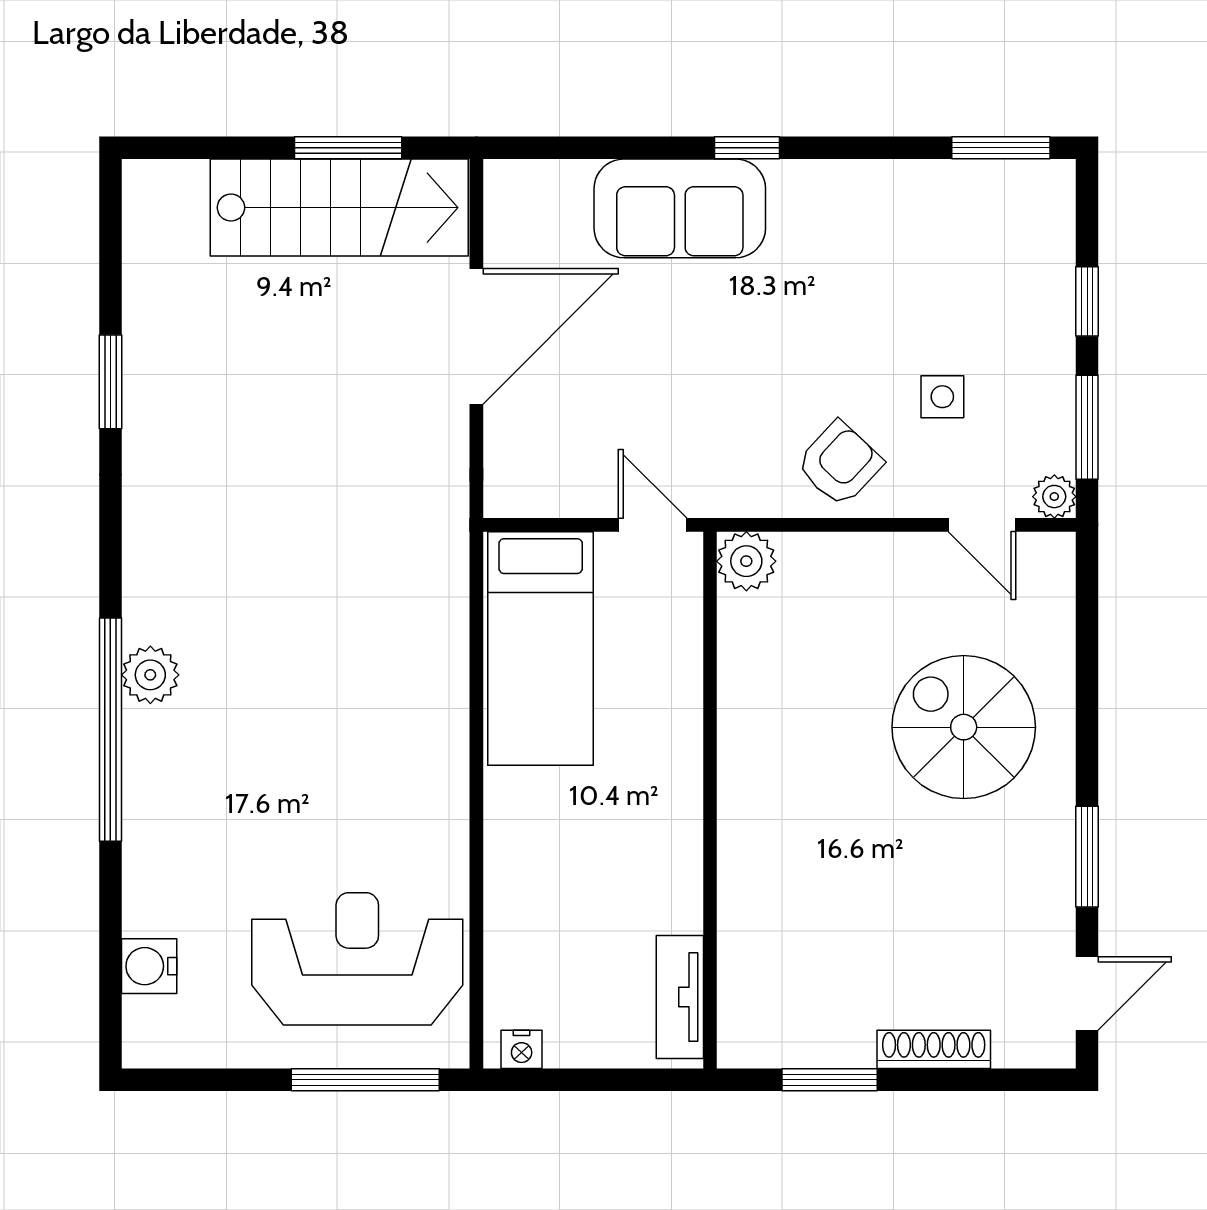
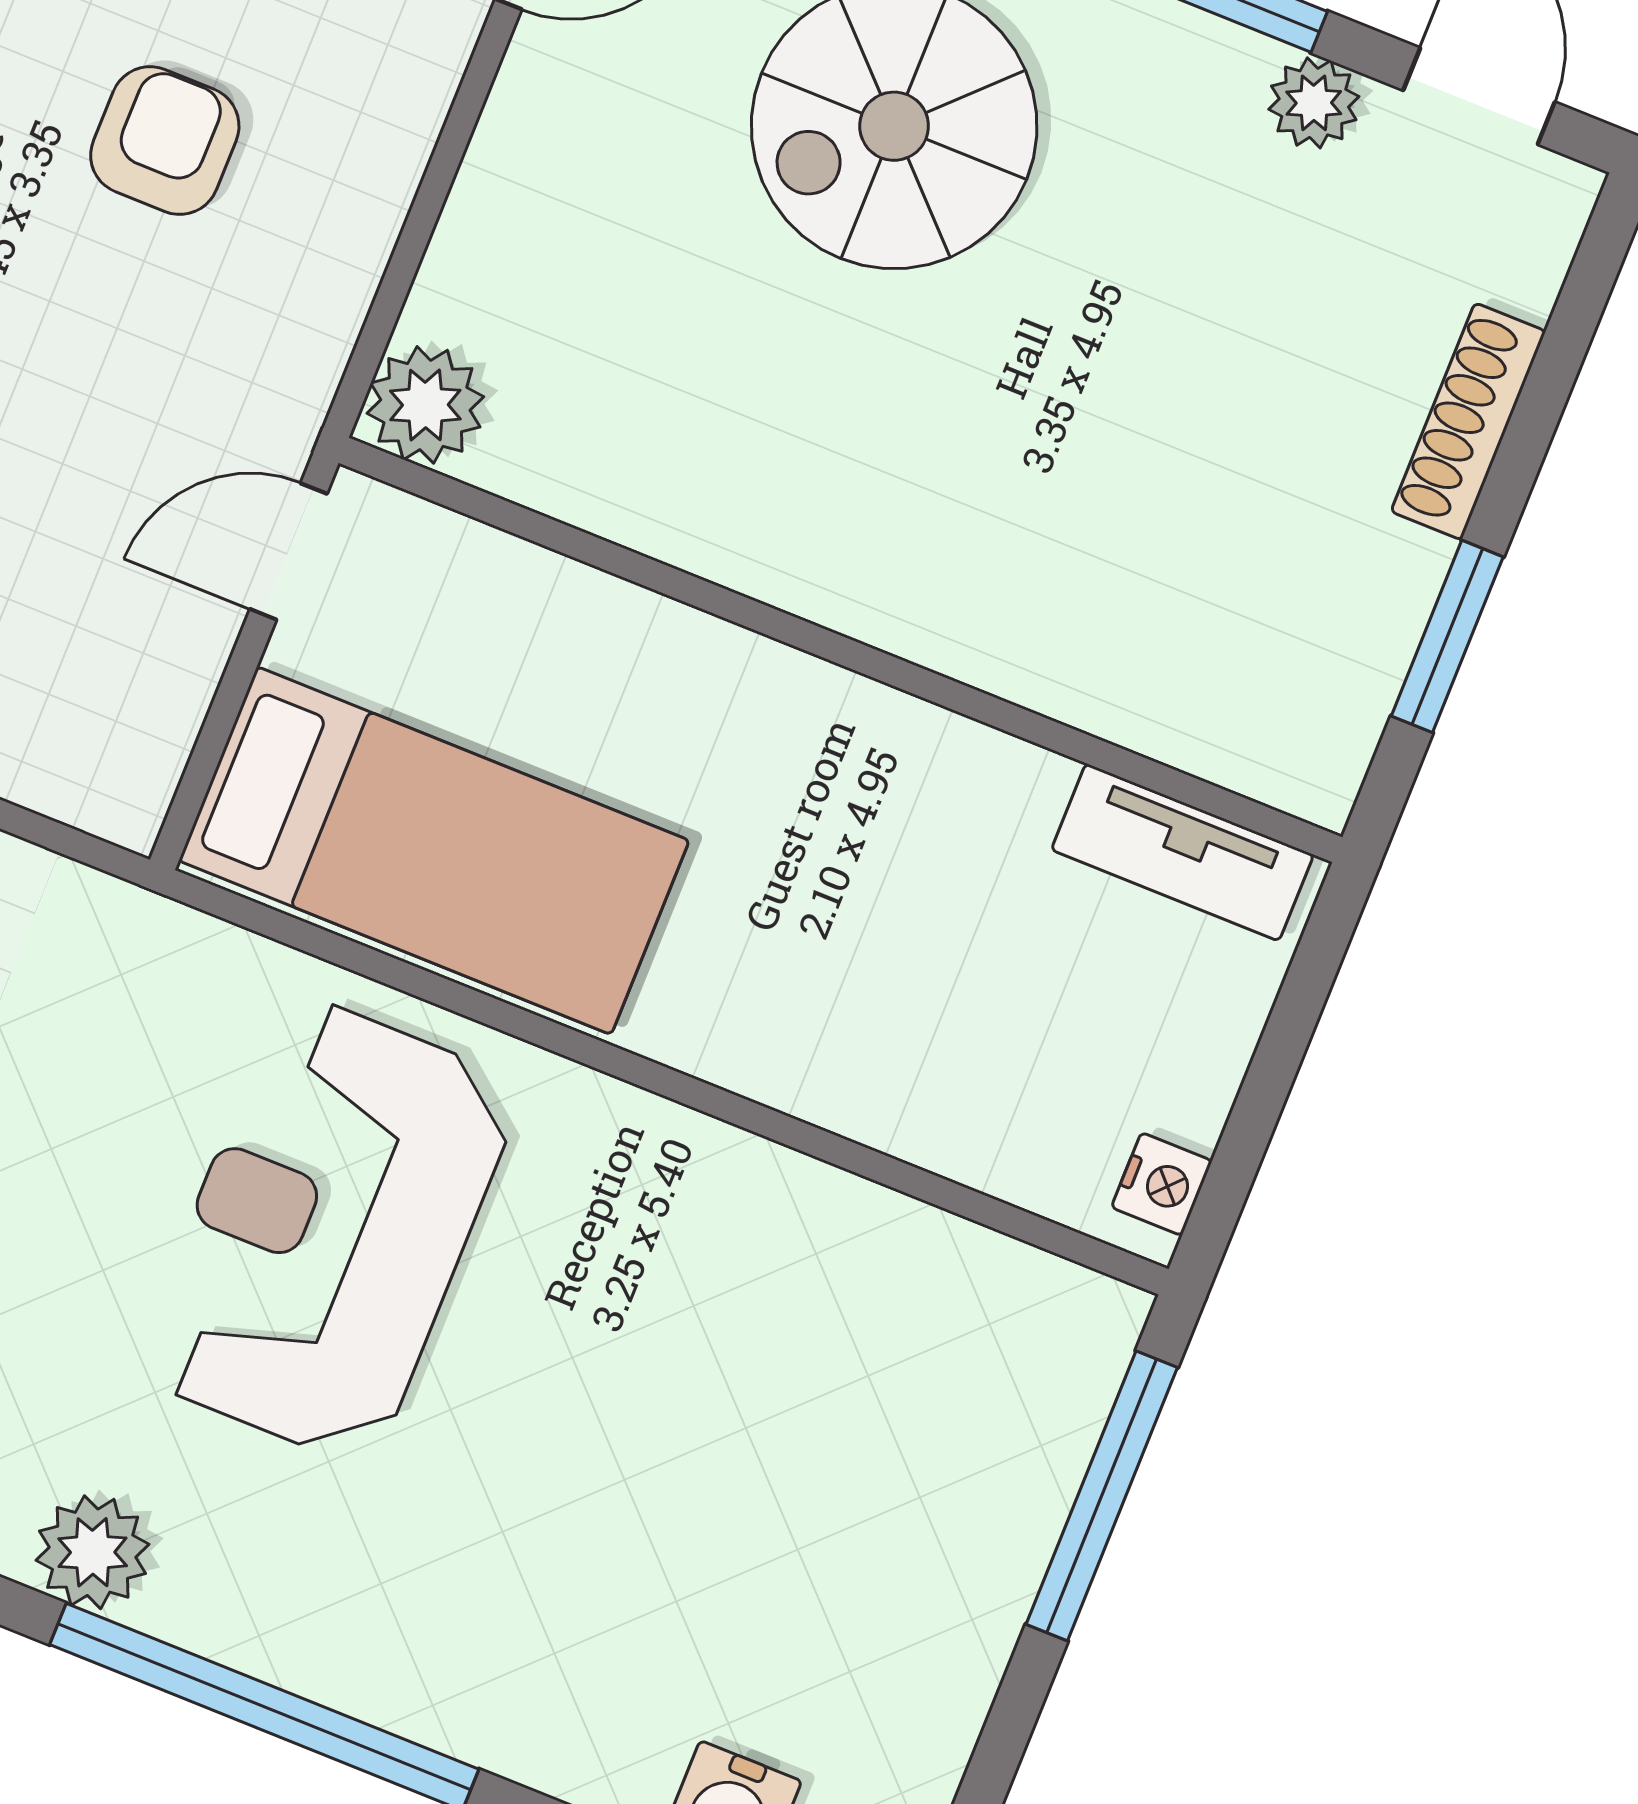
armchair: (840, 464) -> (165, 141), moved, turned 47
plant: (150, 675) -> (93, 1552), moved
plant: (1053, 918) -> (1314, 103), added
reception desk: (357, 959) -> (328, 1229), moved

